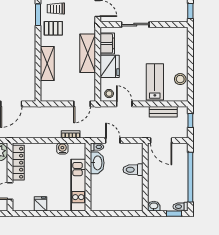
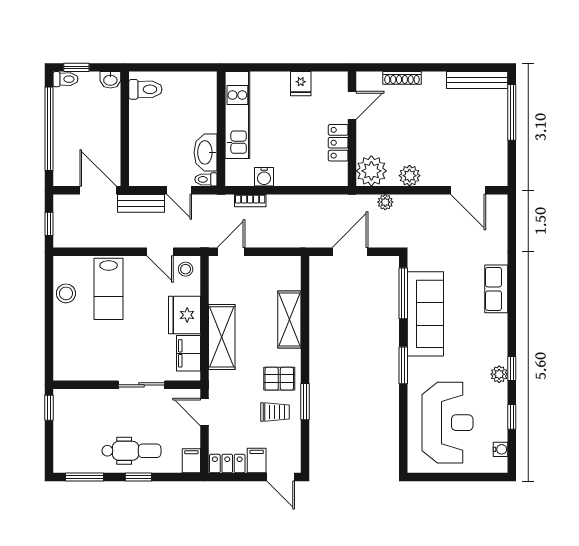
bench: (163, 112) -> (141, 203), moved
locker: (18, 163) -> (338, 143), width x0.66
toilet: (133, 170) -> (145, 89), moved

